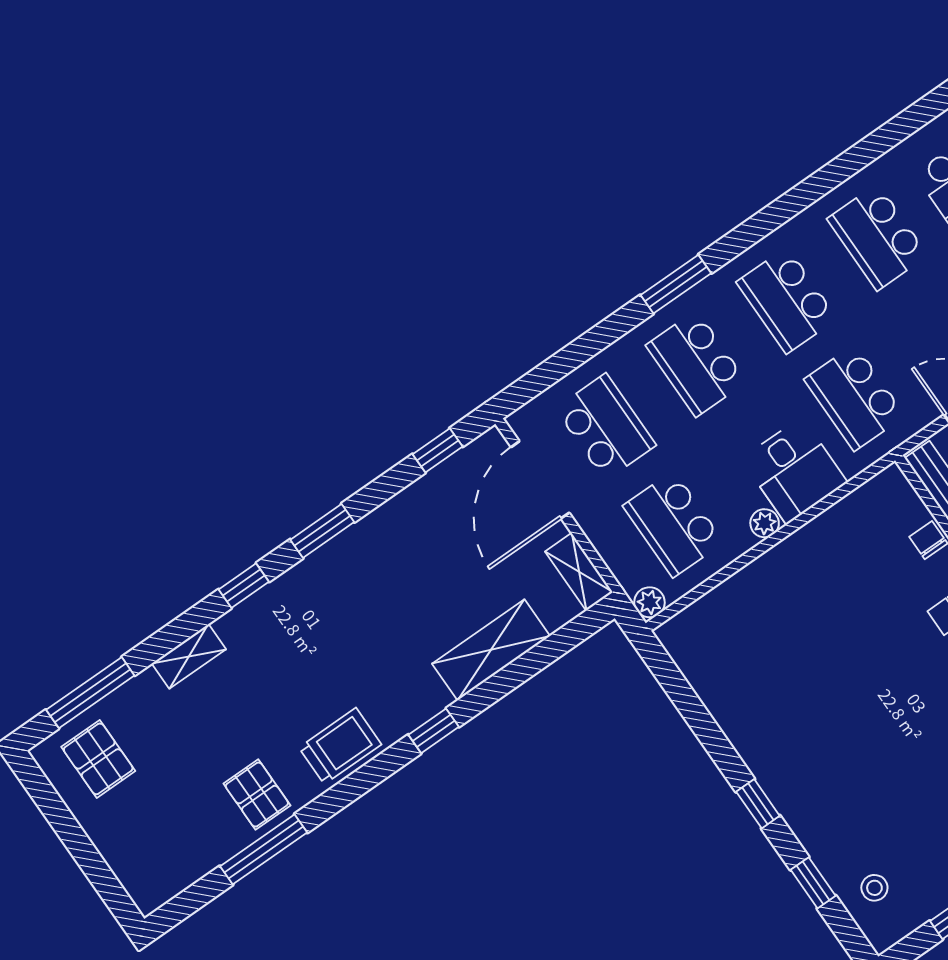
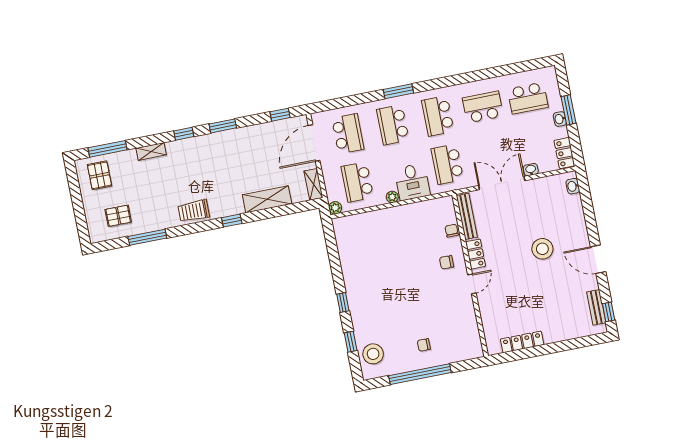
school desk: (877, 237) -> (483, 107), turned 90
trolley: (340, 746) -> (194, 211), turned 180
pallet: (257, 795) -> (118, 216), moved, turned 90
stool: (874, 888) -> (373, 354), width x1.89, depth x1.89

